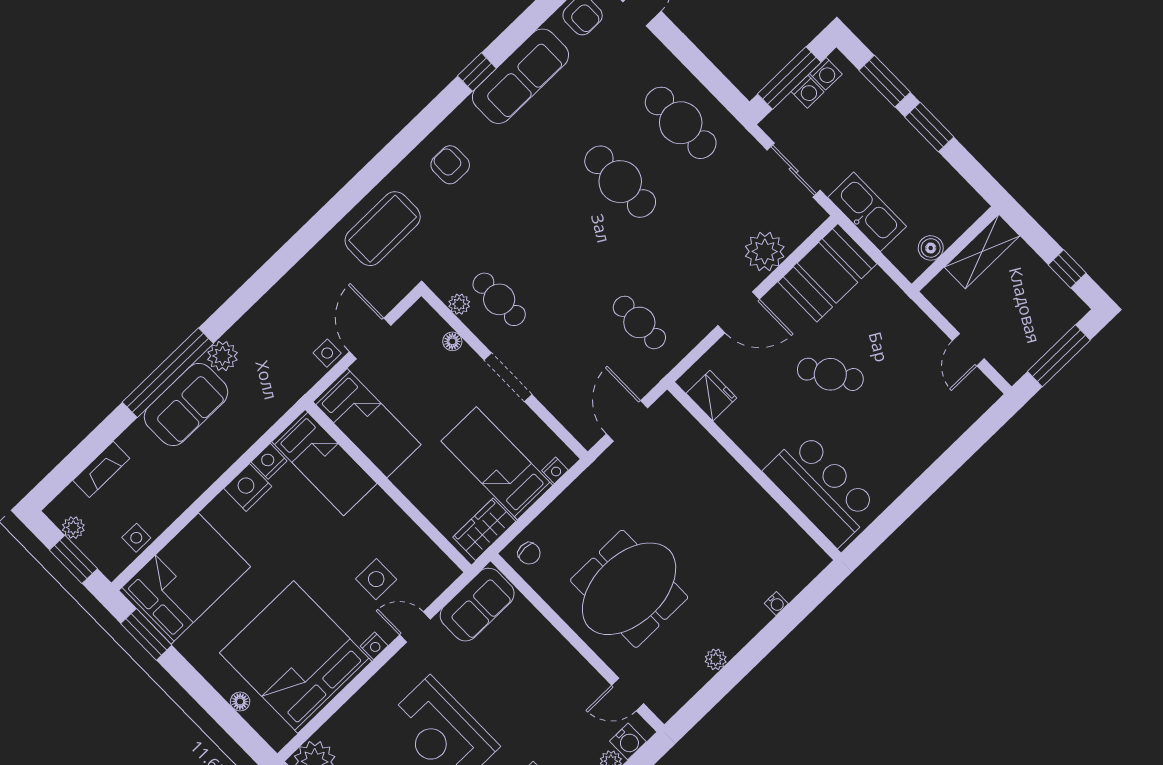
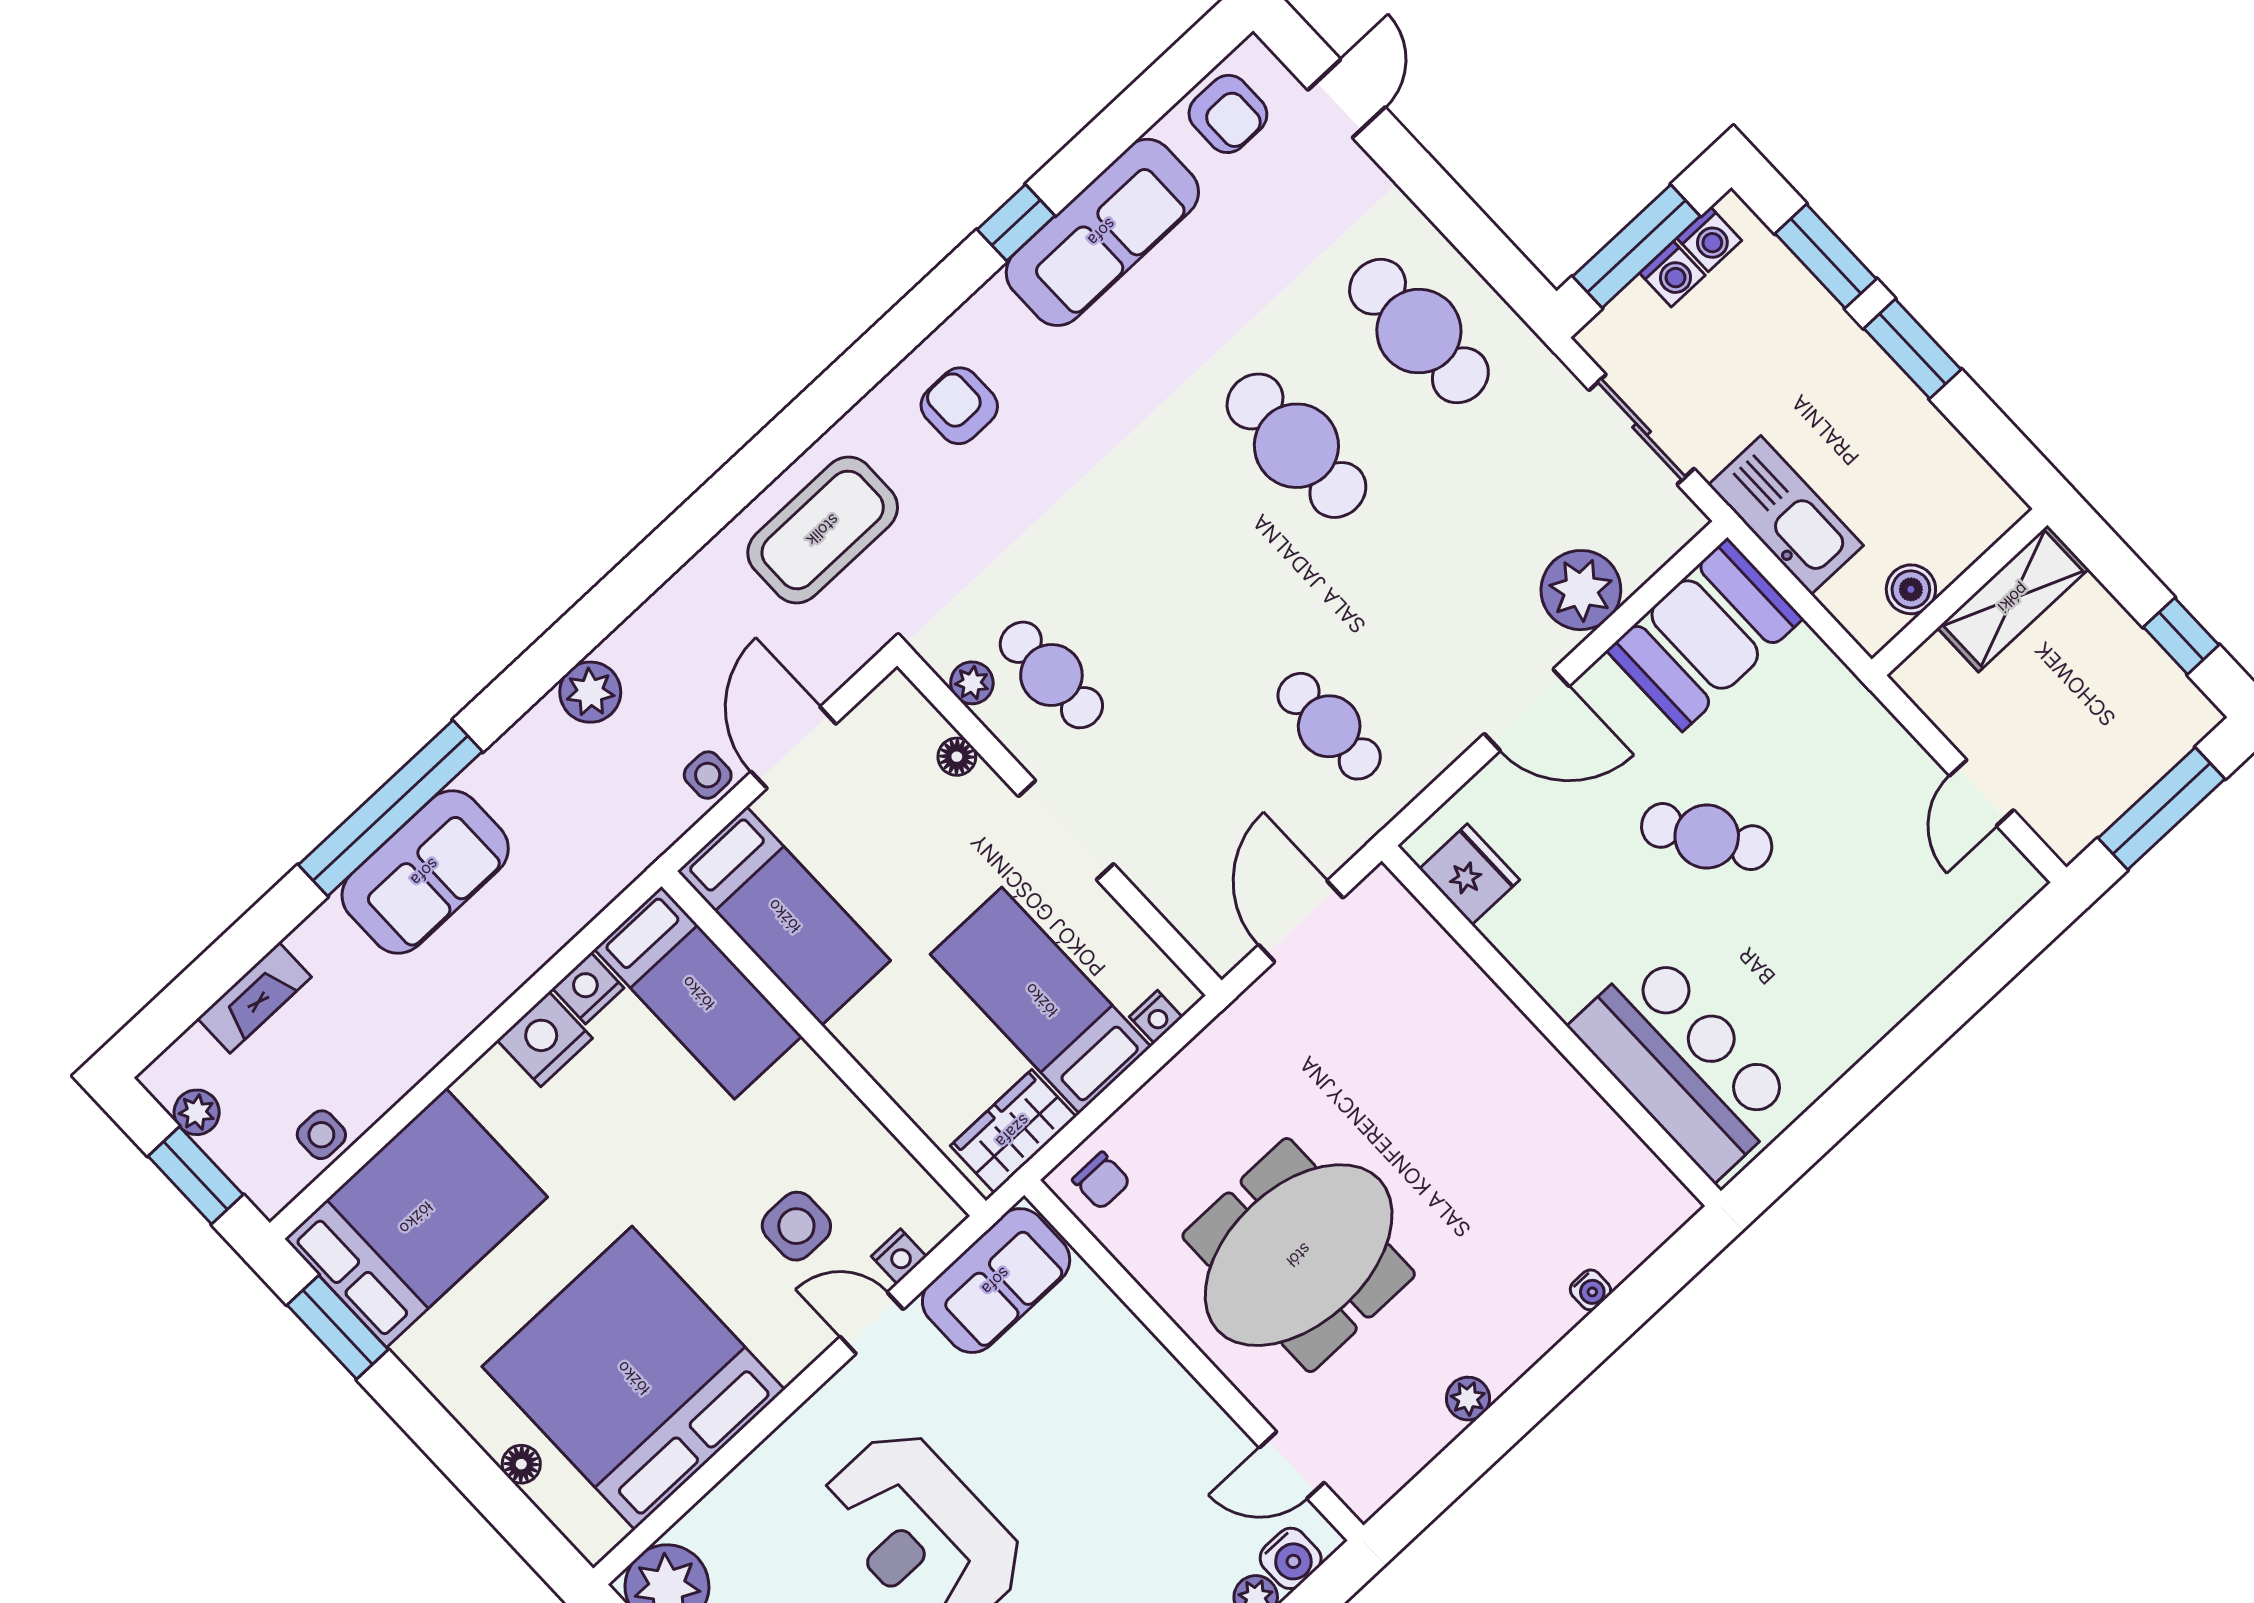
plant: (222, 356) -> (590, 692), moved
nightstand: (374, 646) -> (899, 1256), moved

